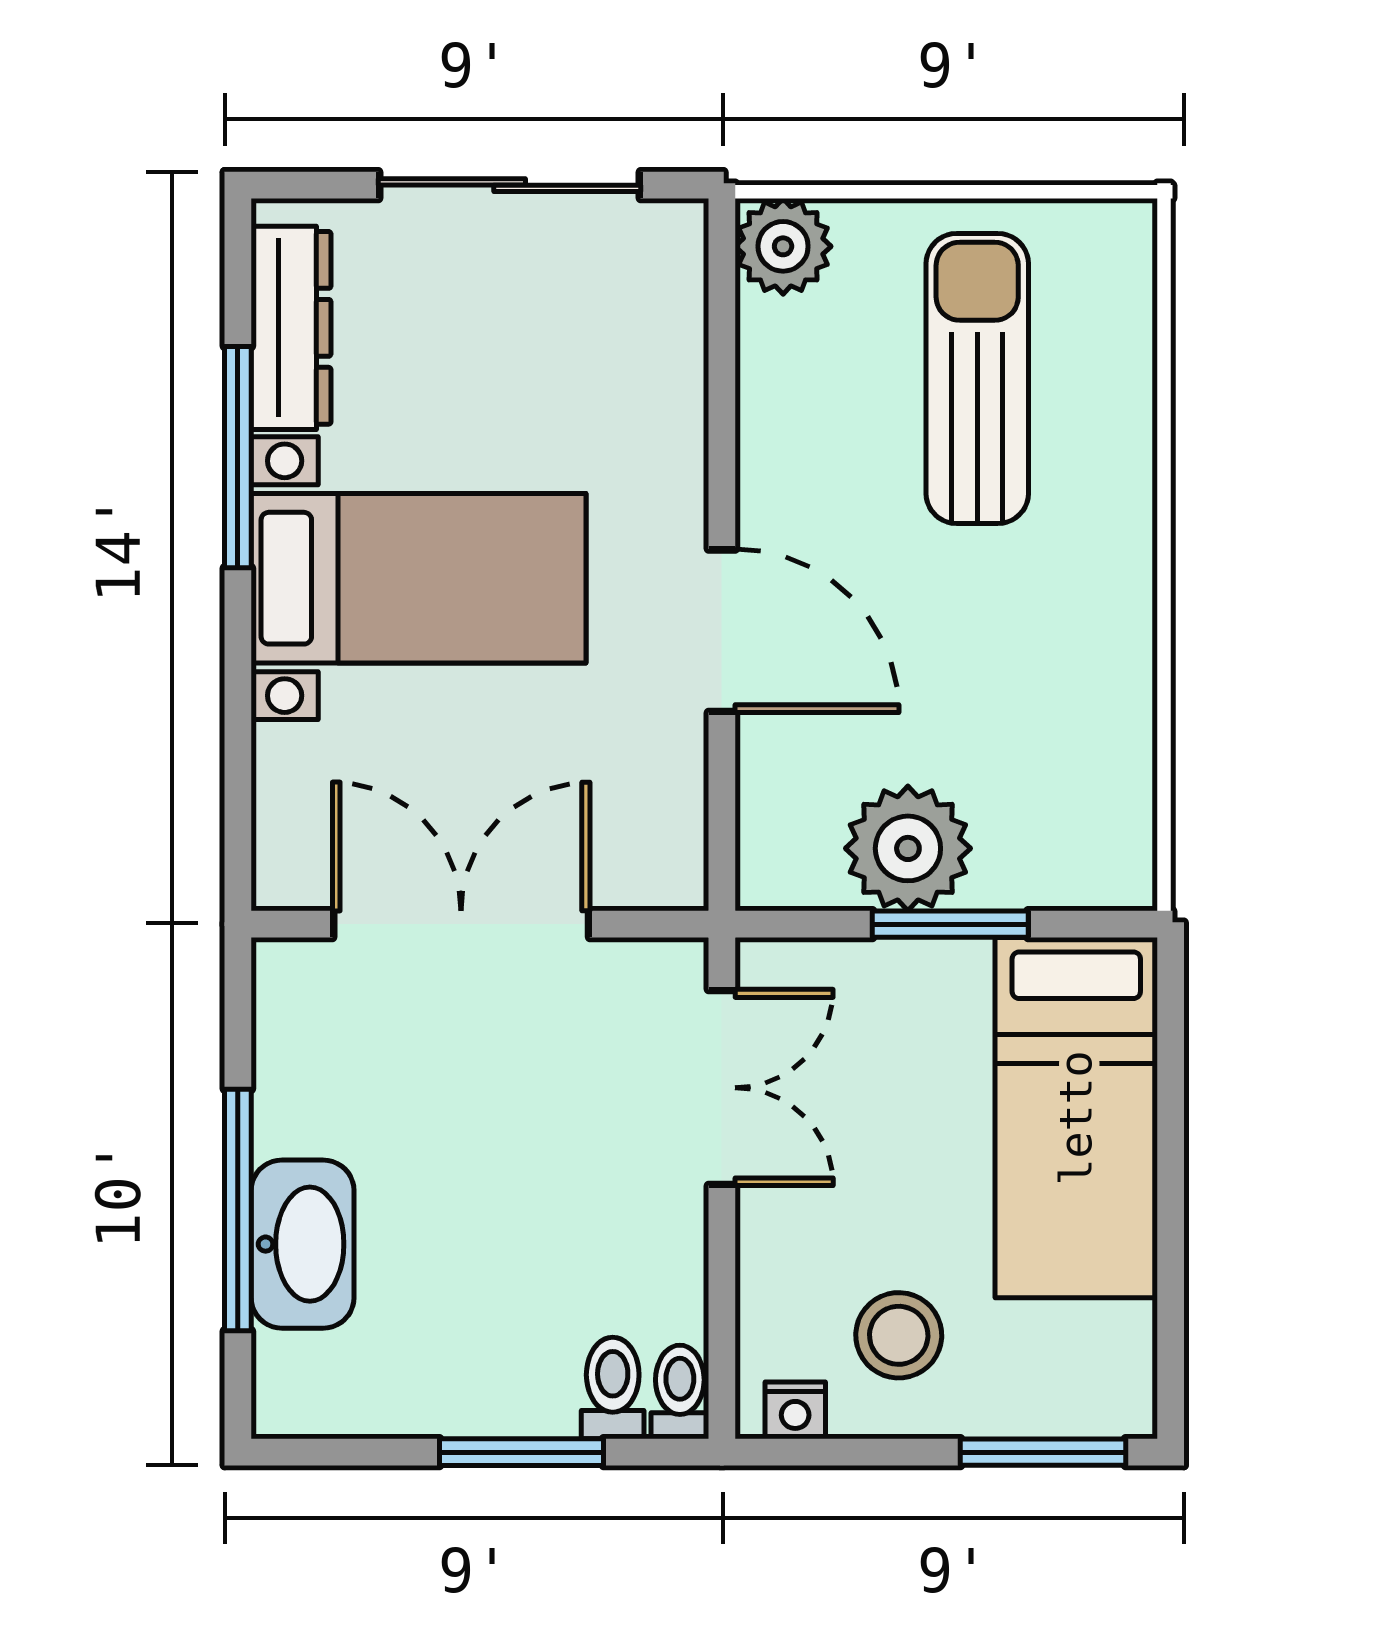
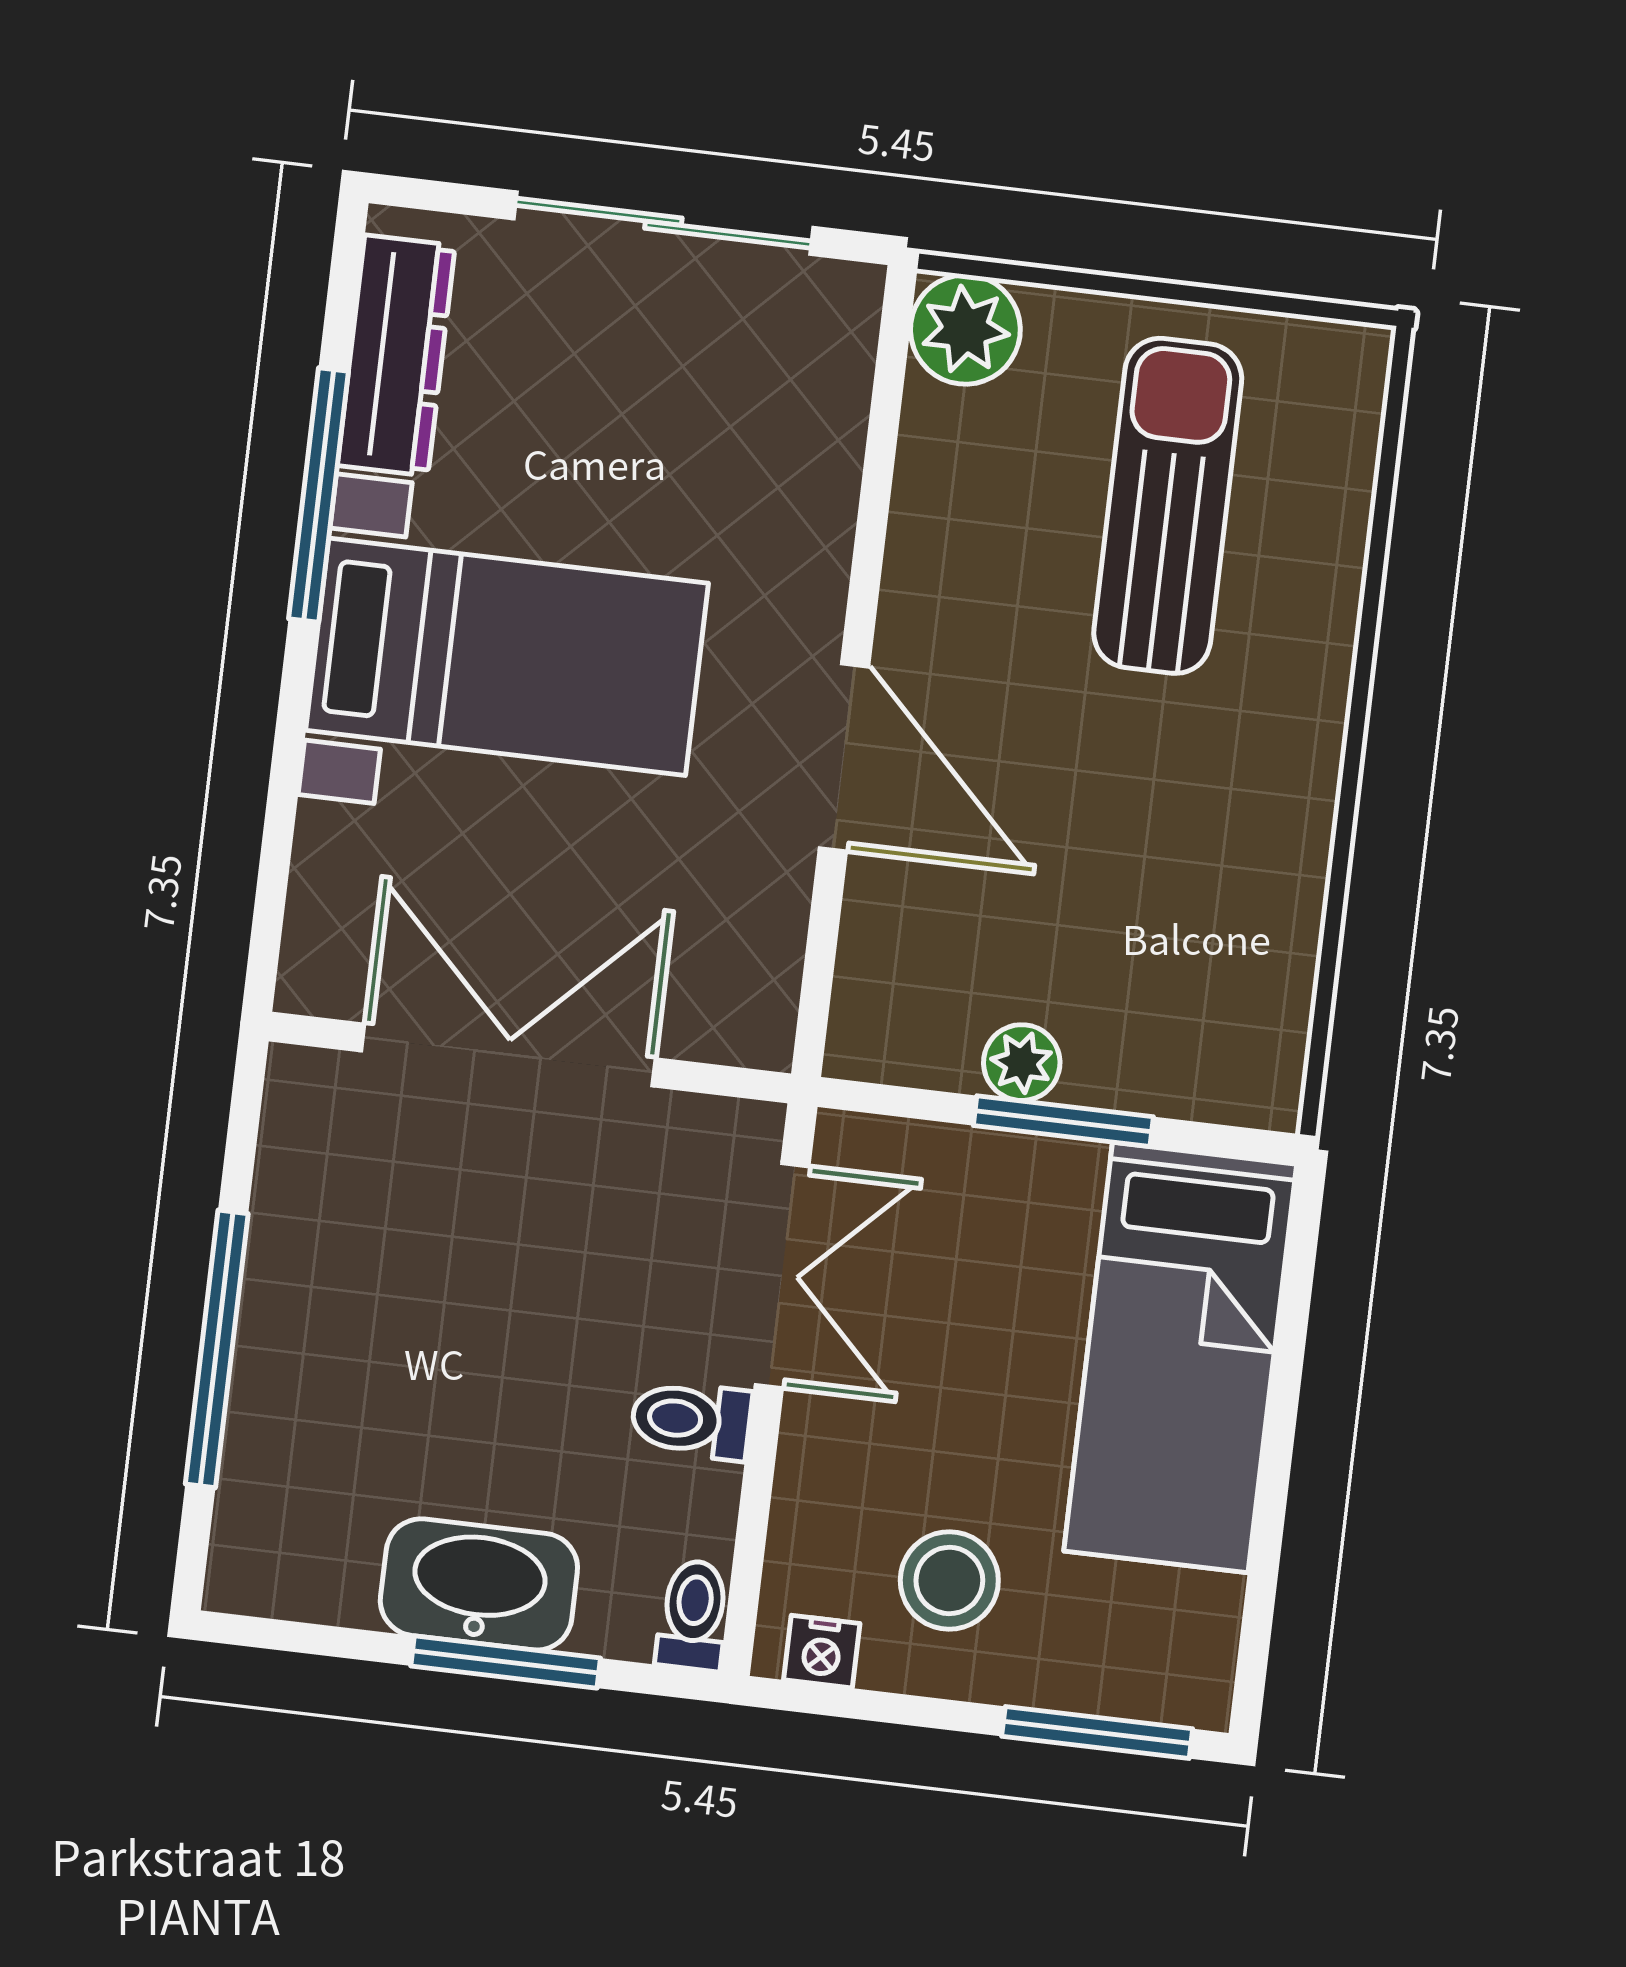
plant: (908, 848) -> (1022, 1063), width x0.53, depth x0.53
washbasin: (303, 1244) -> (479, 1584), moved, turned -90
toilet: (613, 1388) -> (691, 1420), moved, turned -90

